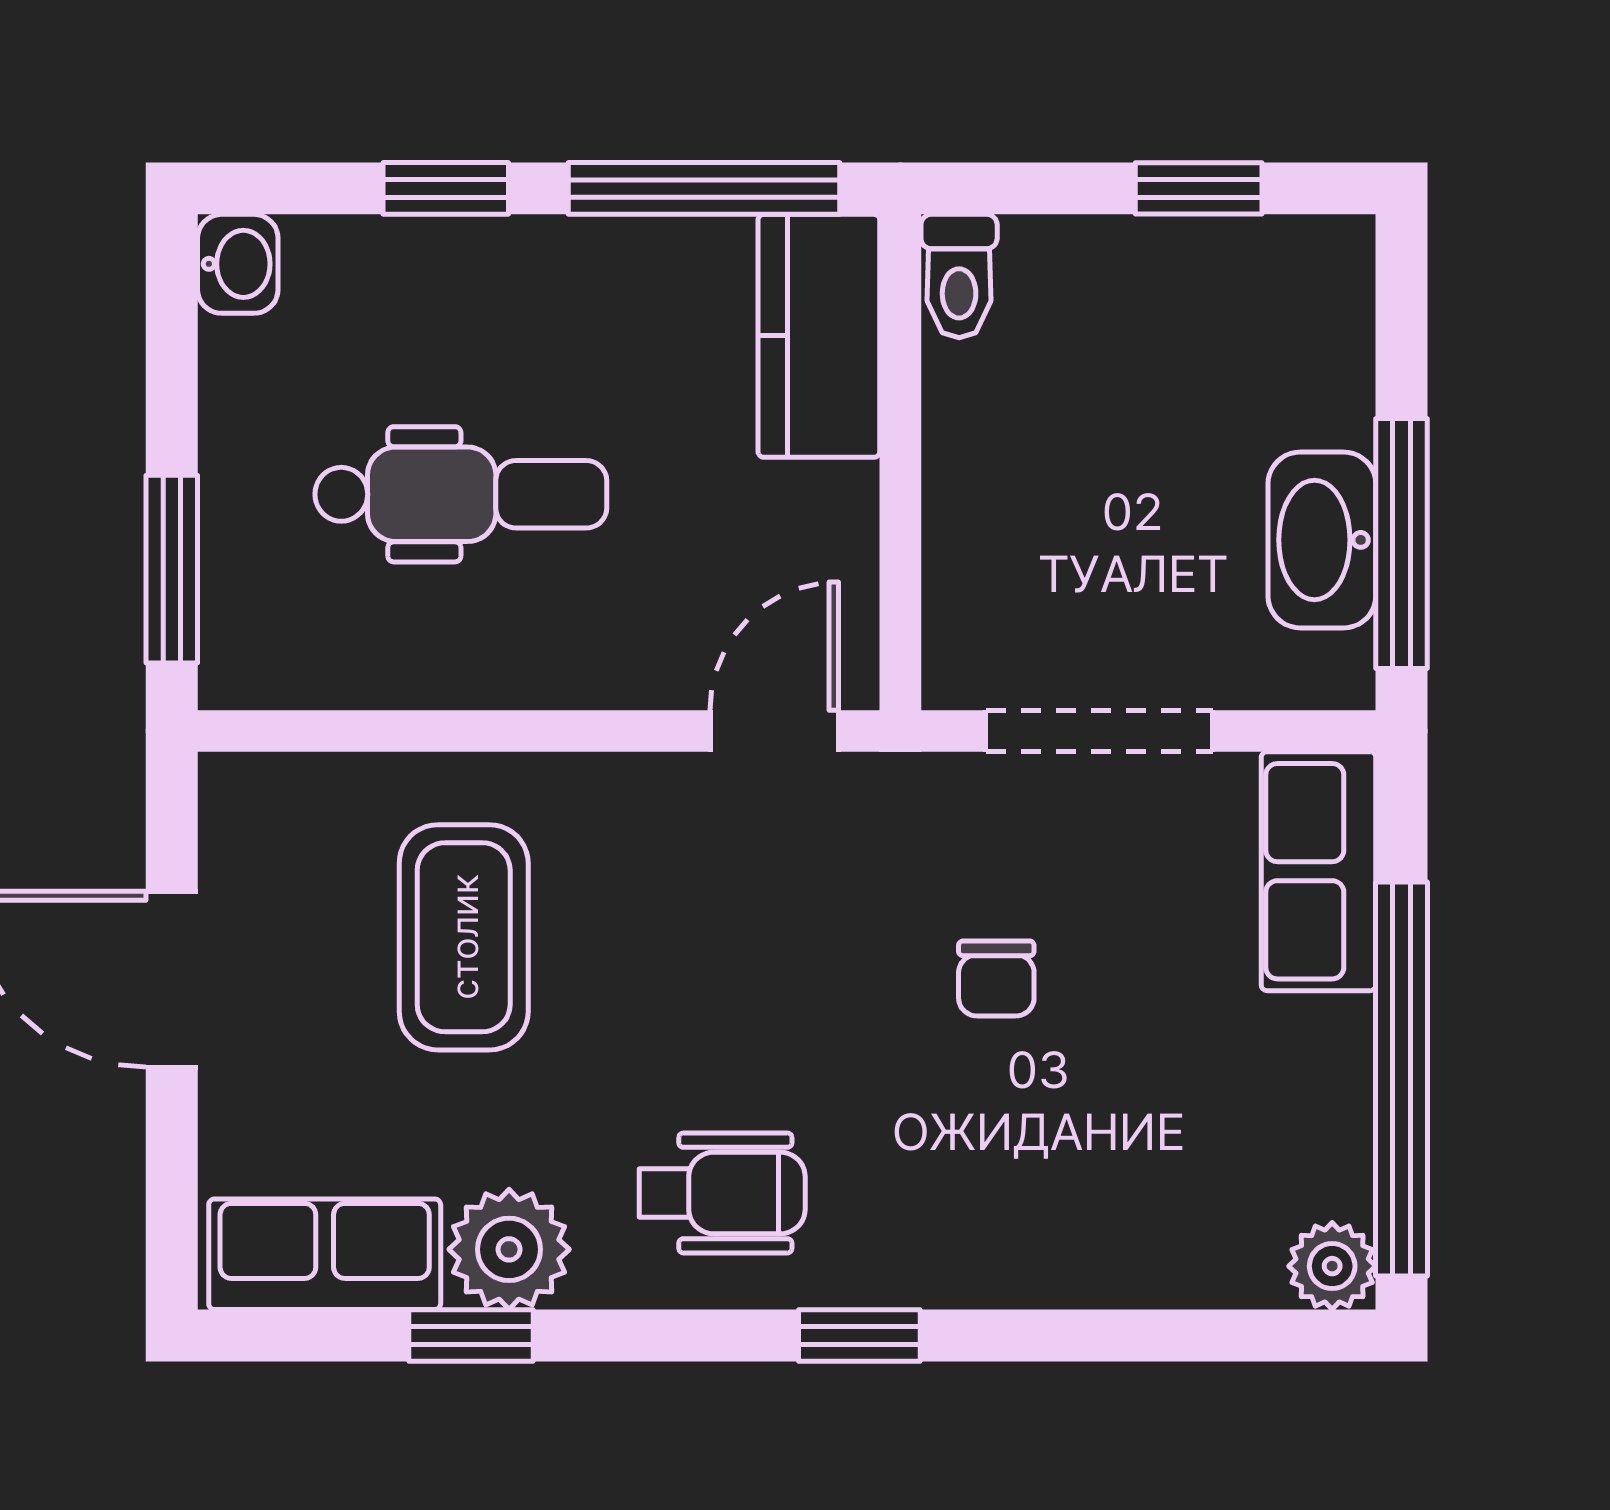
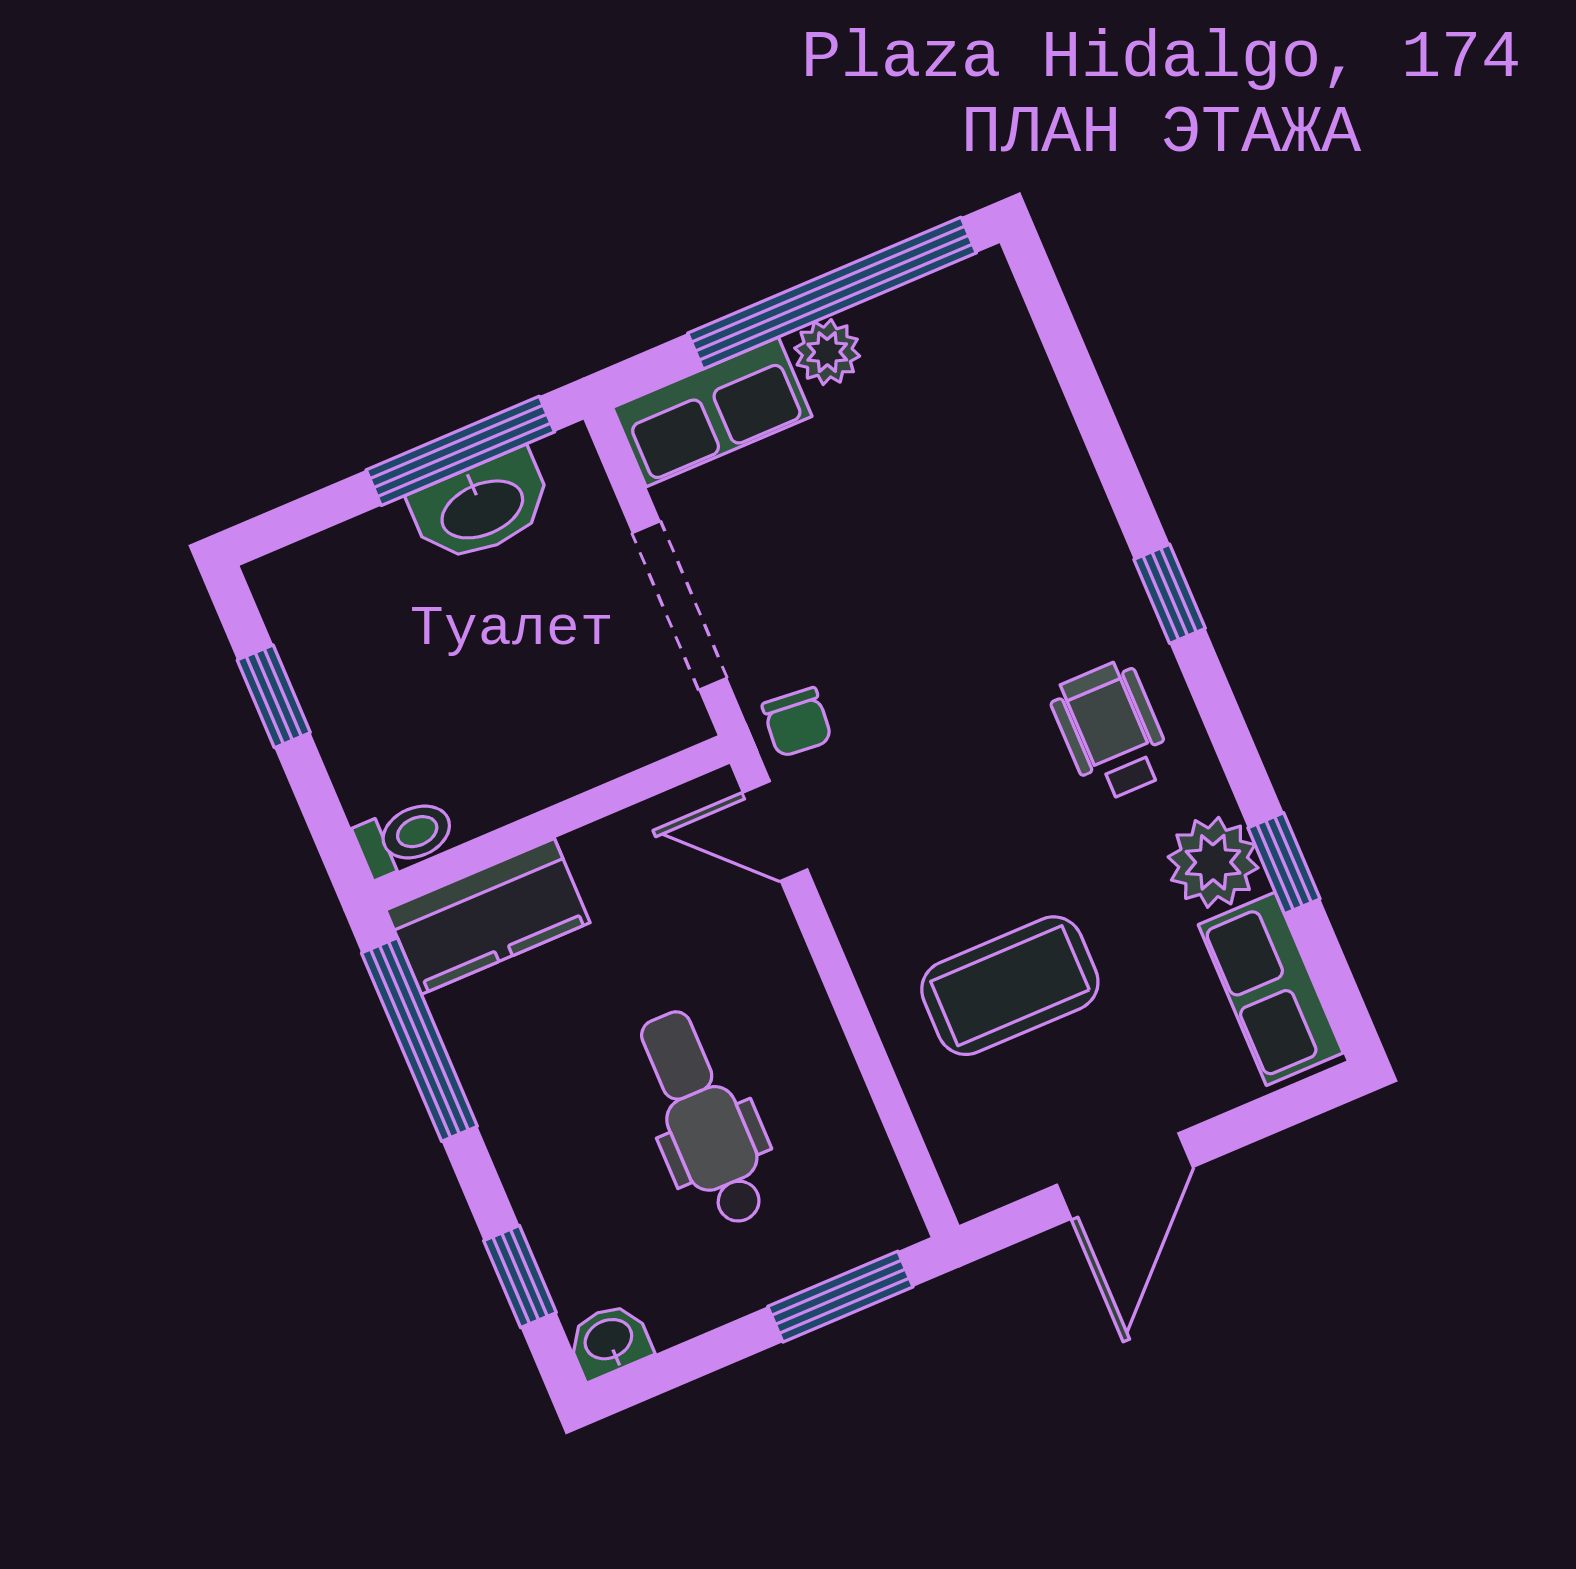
window: (446, 188) -> (520, 1277), moved
chair: (996, 979) -> (797, 722), moved, turned 95
plant: (1332, 1266) -> (827, 352), moved

